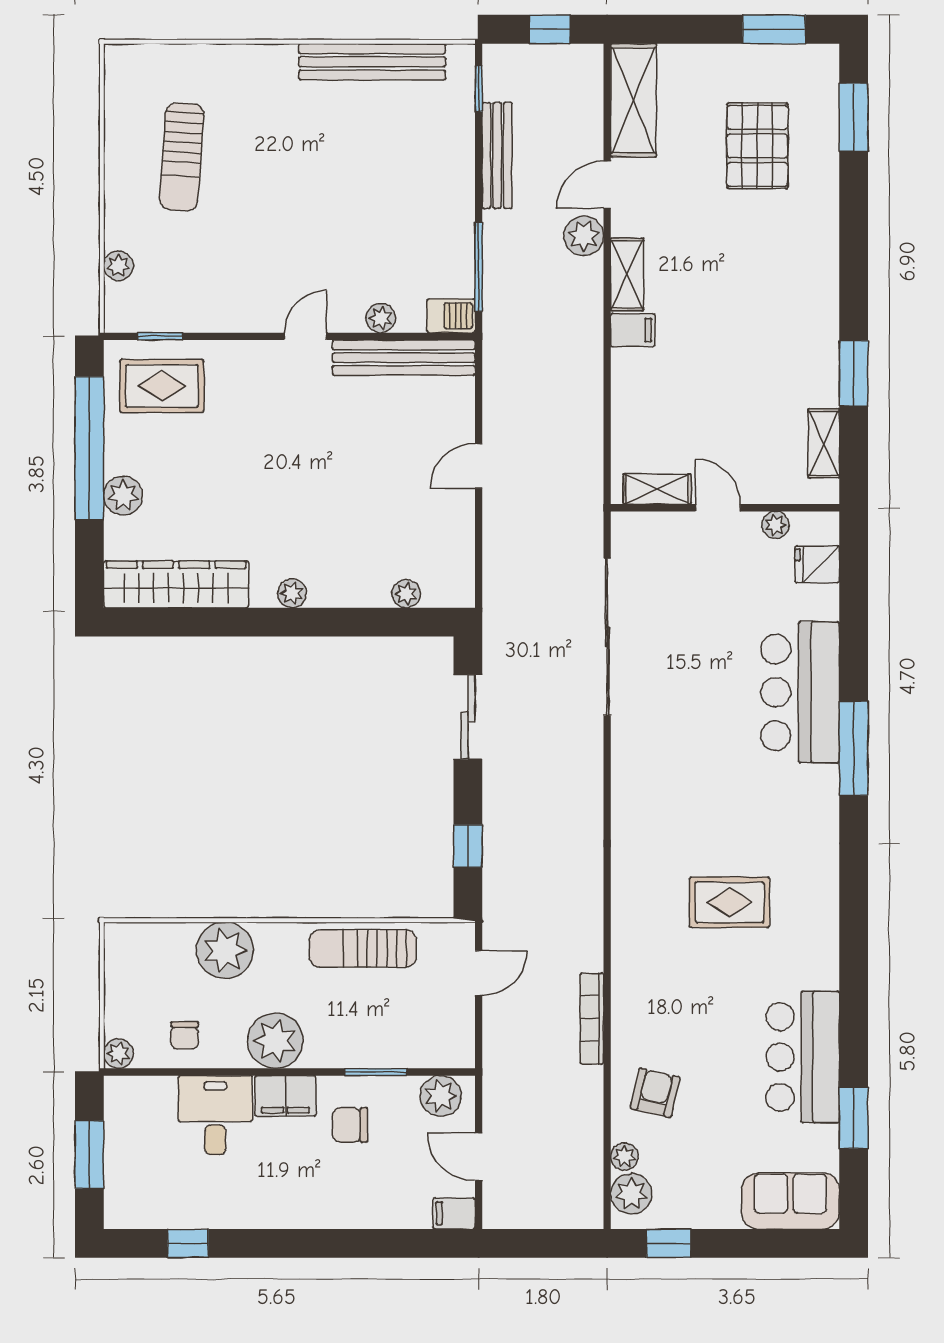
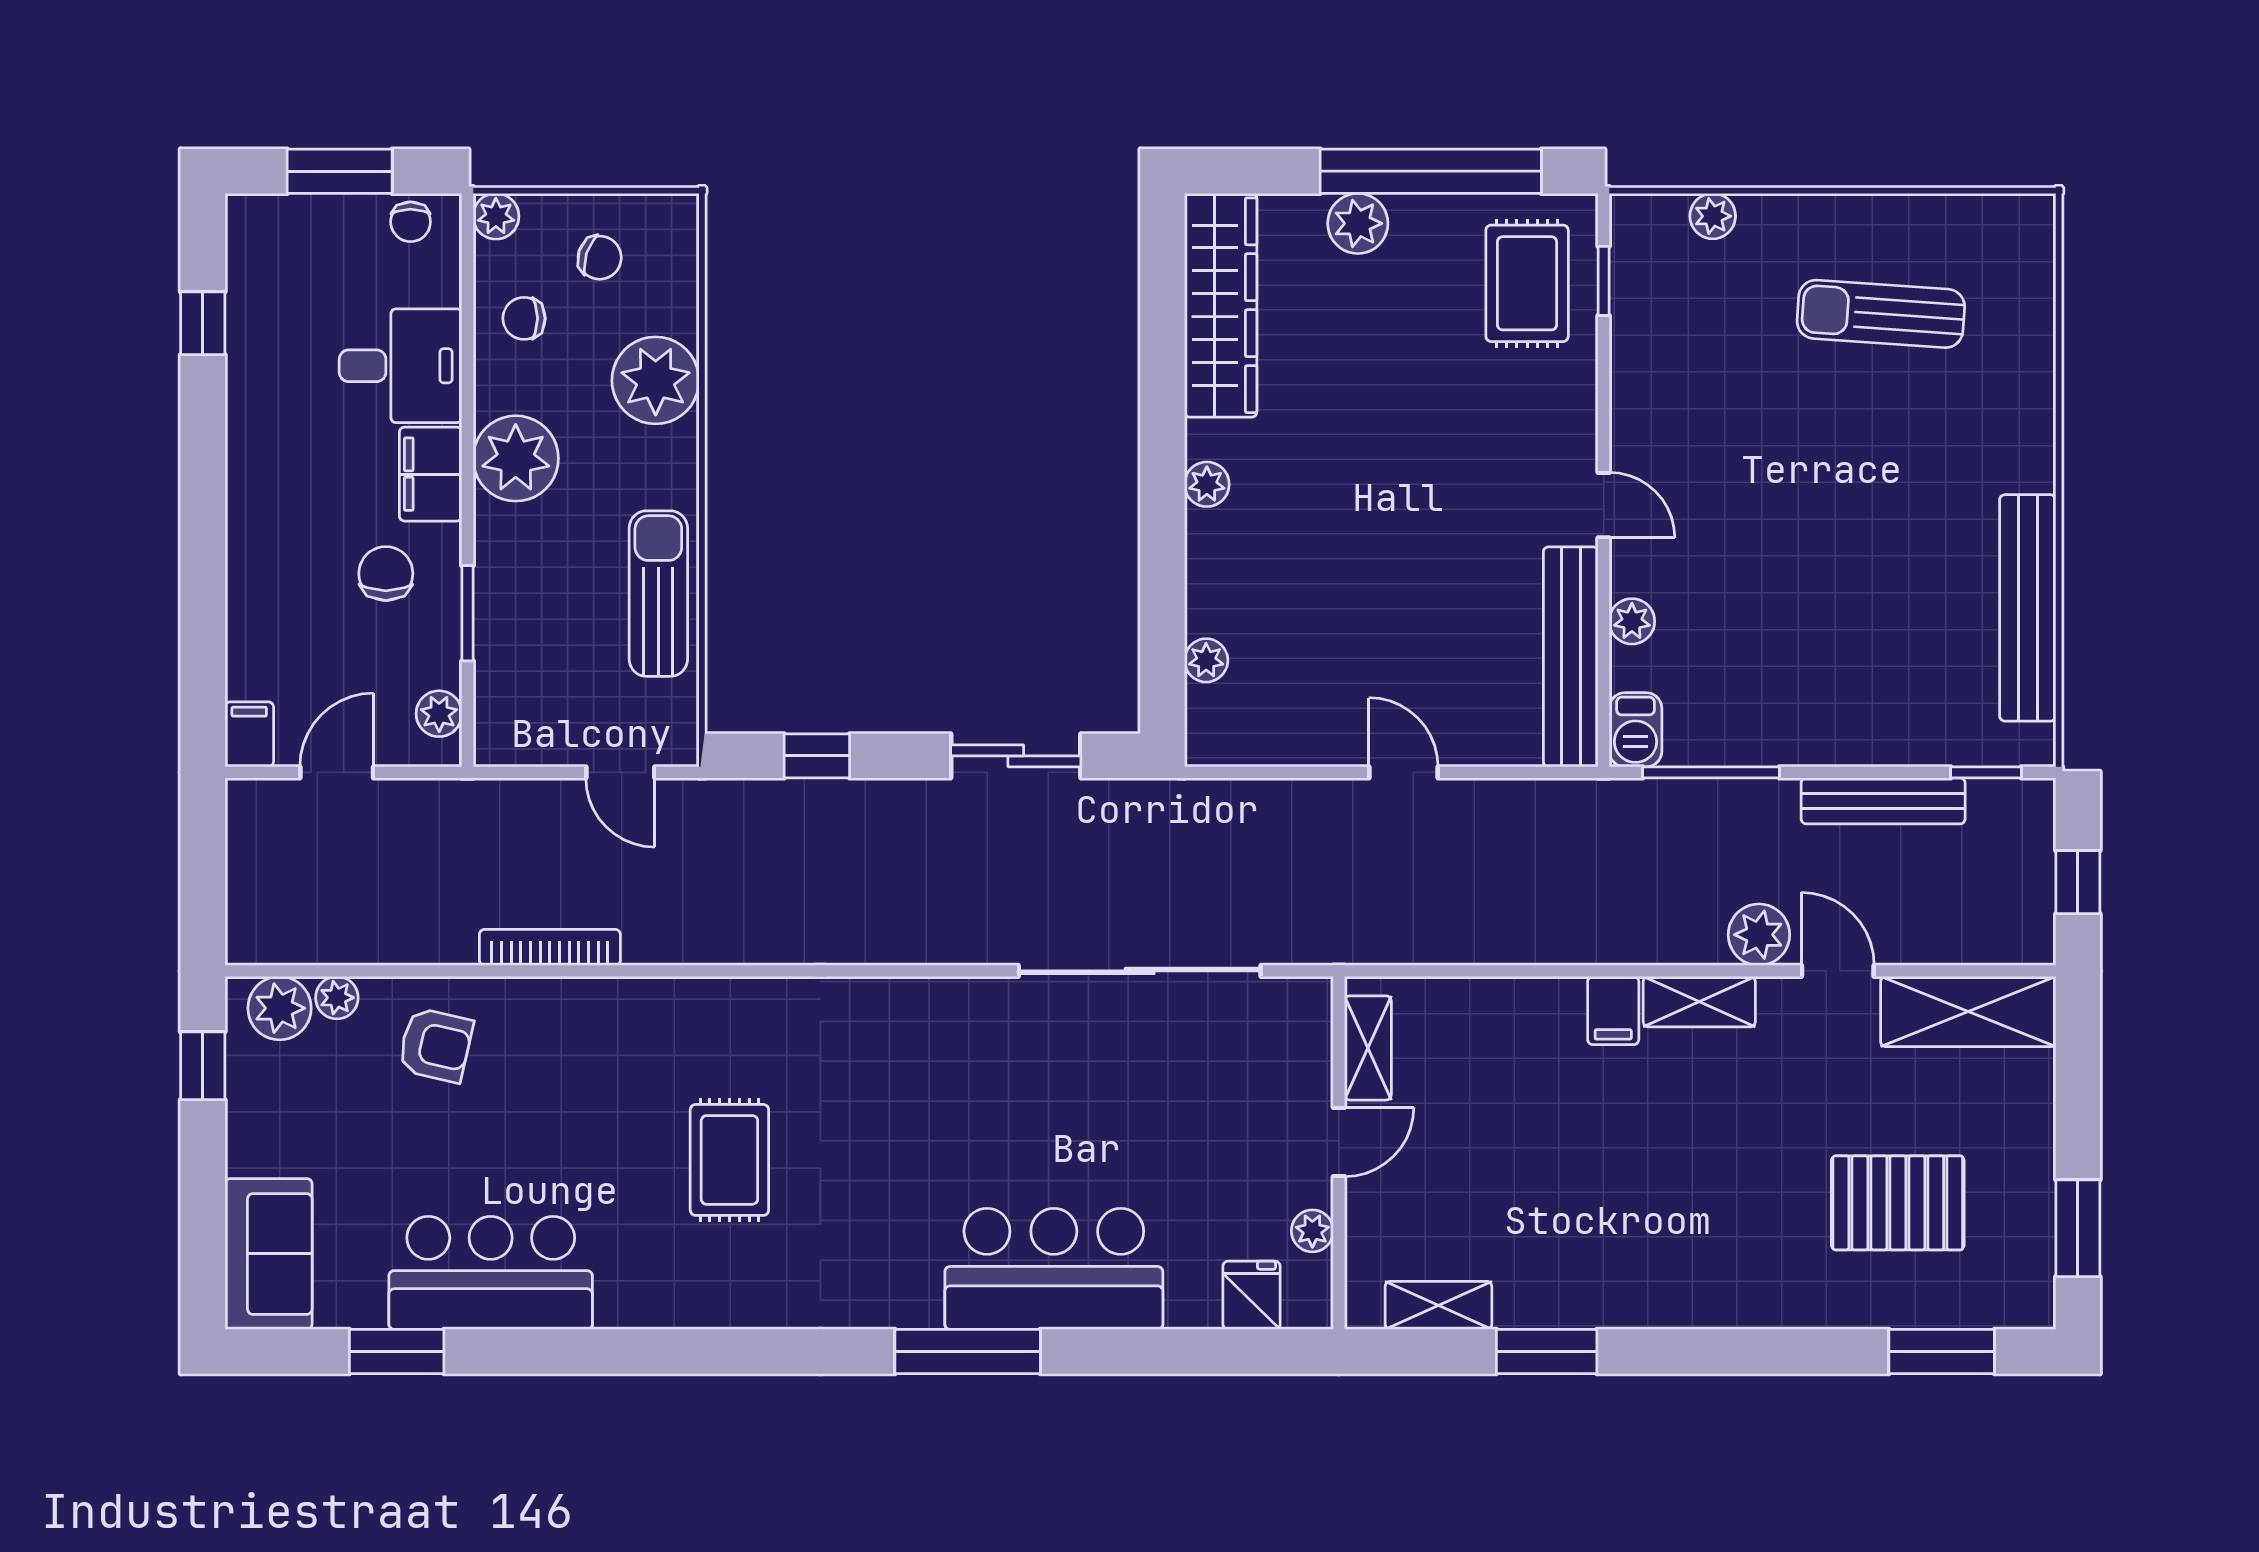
chair: (145, 986) -> (600, 258), added
plant: (441, 1096) -> (439, 714), width x0.73, depth x0.73
chair: (122, 1109) -> (411, 222), added

